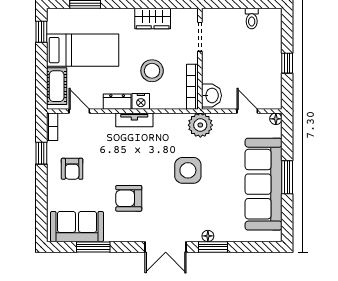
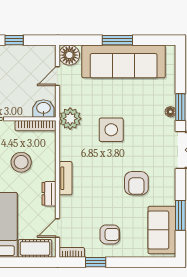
nightstand: (141, 101) -> (49, 172), removed
floor lamp: (276, 119) -> (69, 55), width x1.89, depth x1.89

